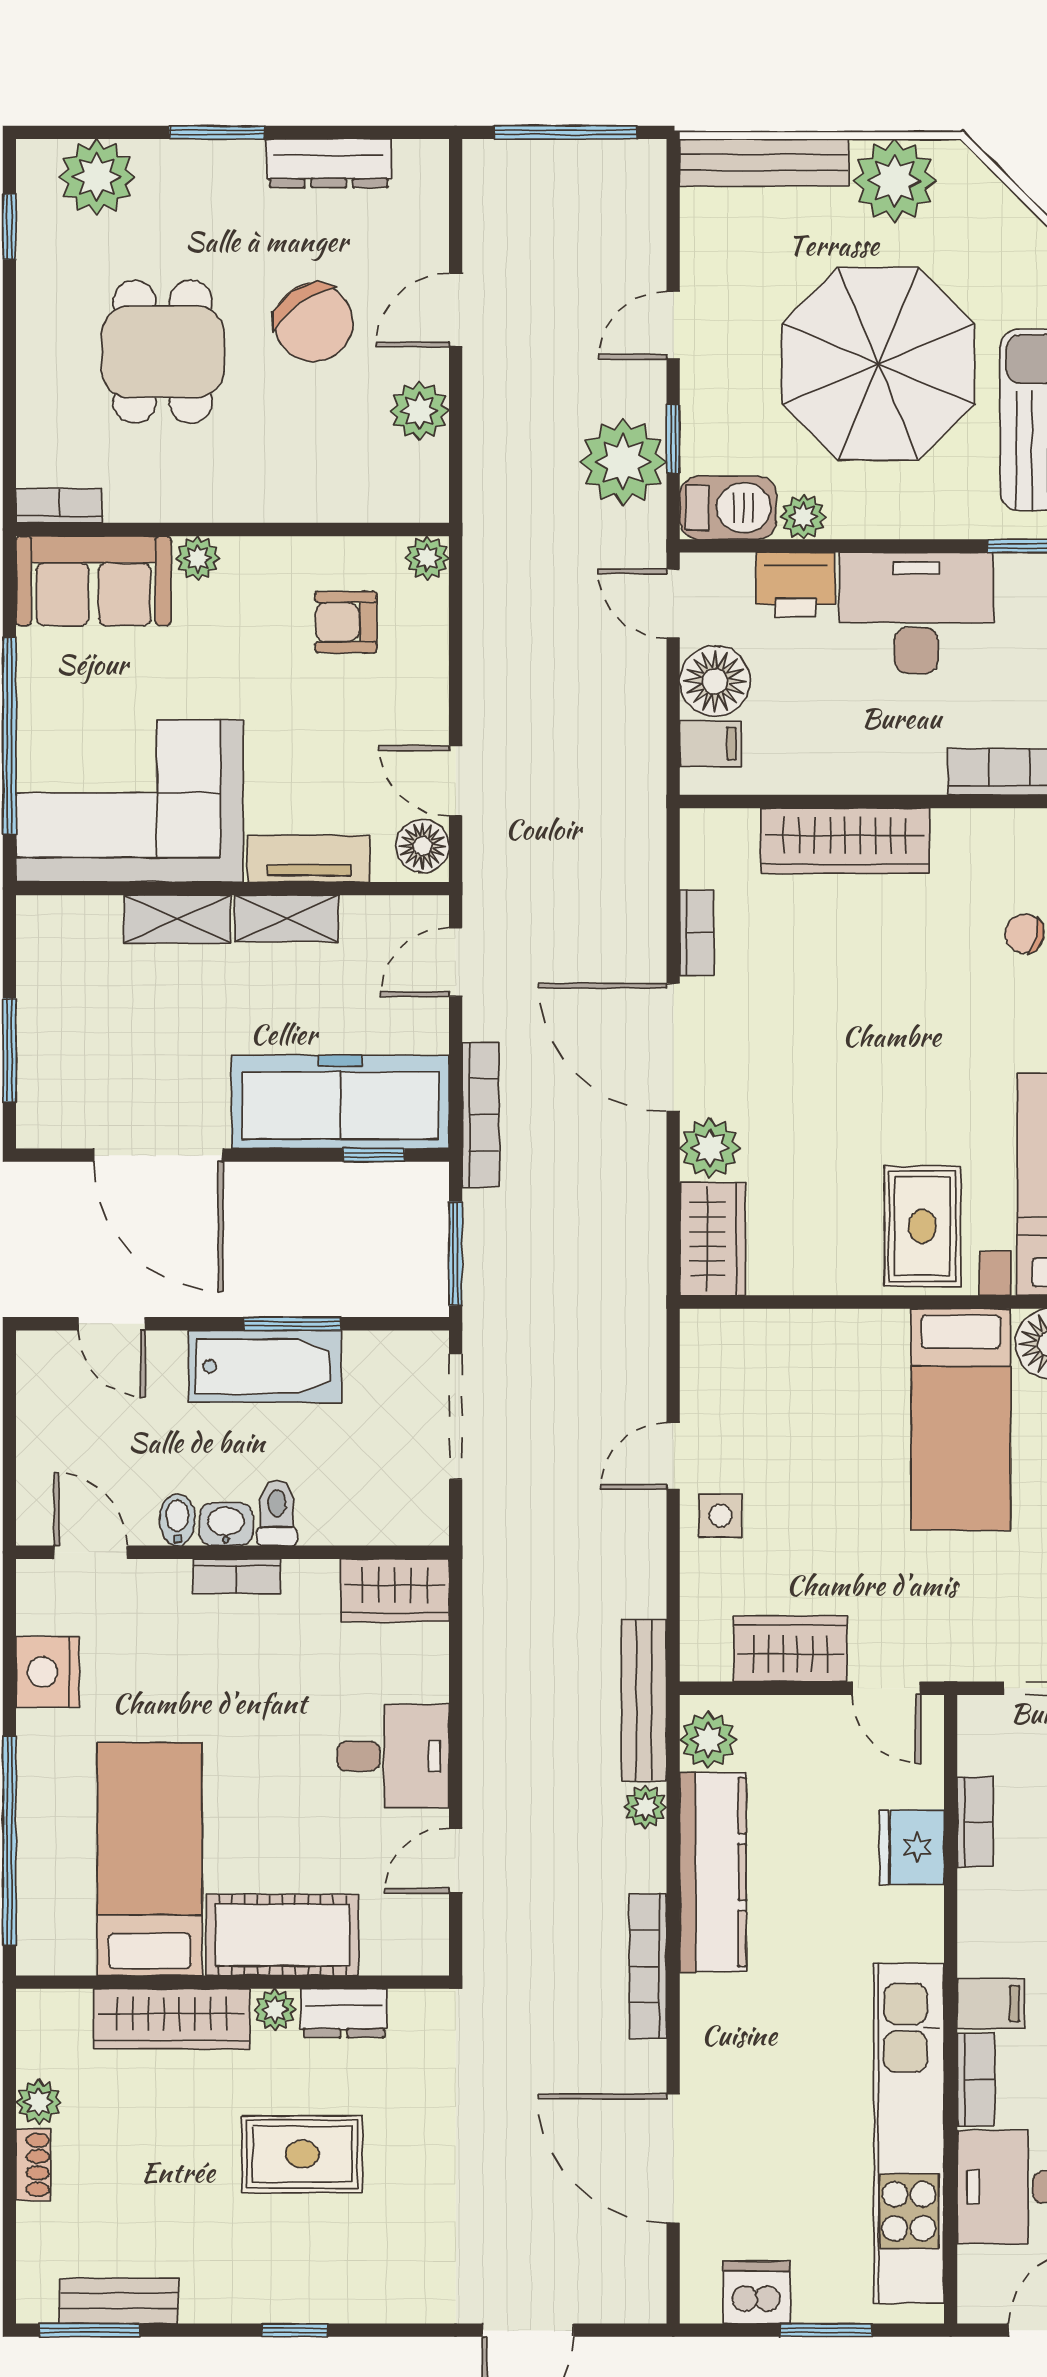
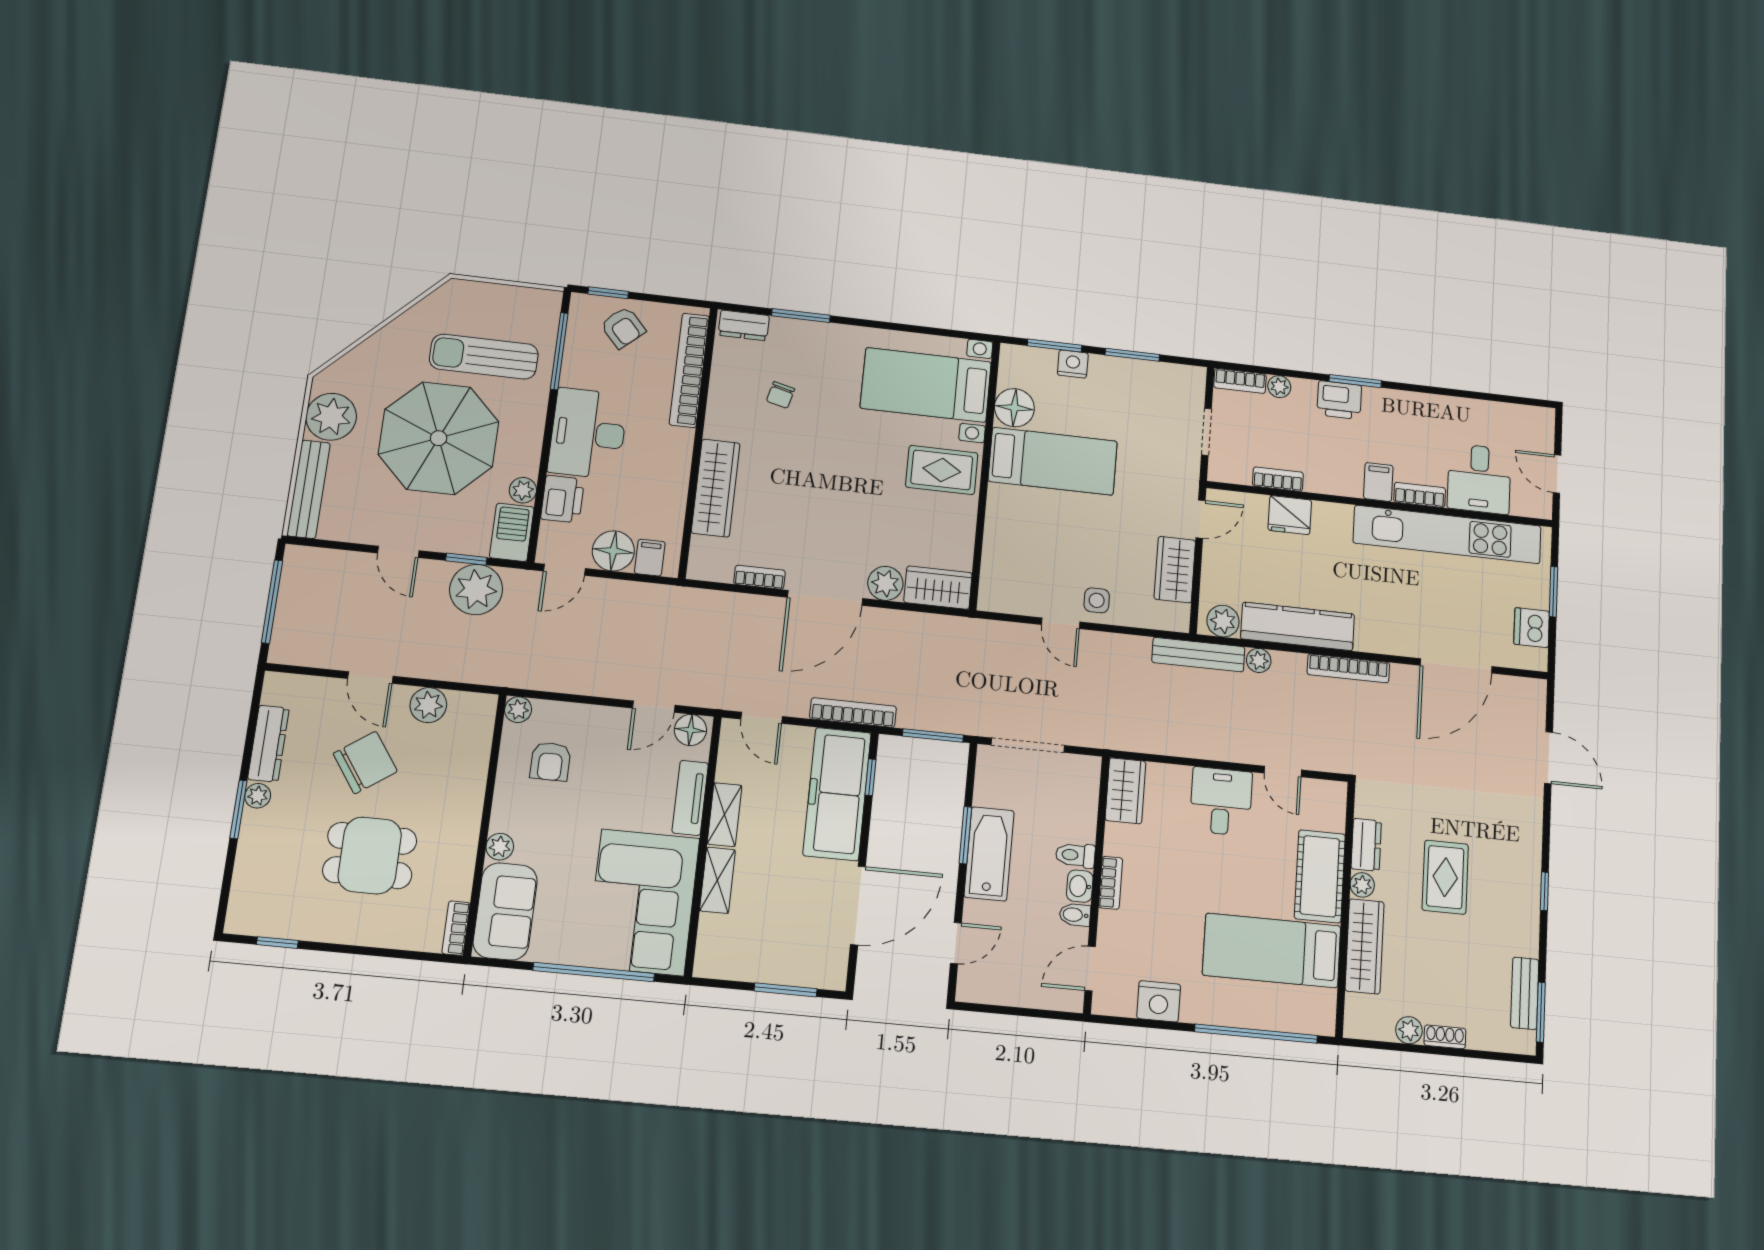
plant: (97, 177) -> (258, 796), moved, width x0.53, depth x0.53

